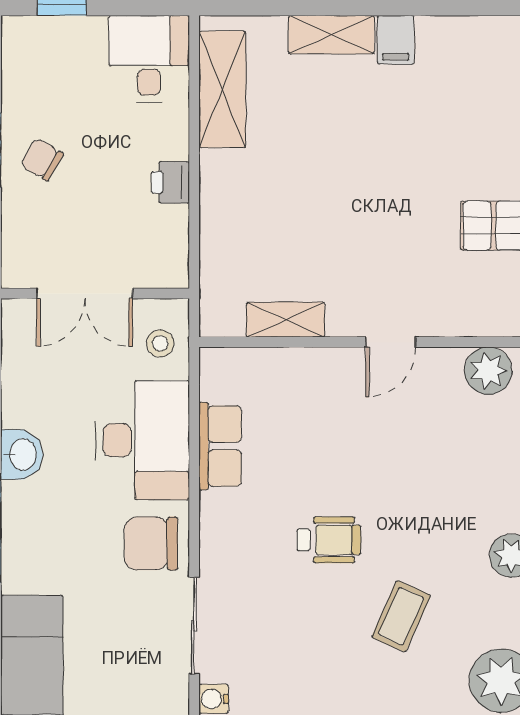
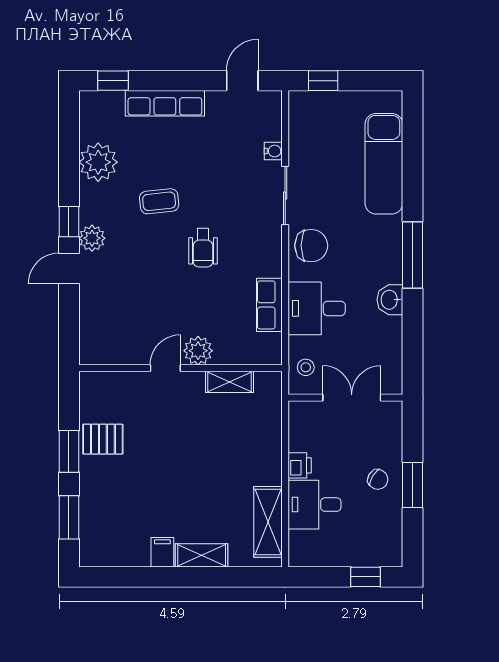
desk: (149, 59) -> (314, 505), moved, turned 90
plant: (488, 371) -> (198, 351), moved
desk: (142, 440) -> (317, 308), width x0.73
wheelchair: (329, 540) -> (203, 248), turned -90
coffee table: (401, 616) -> (159, 201), turned 60

